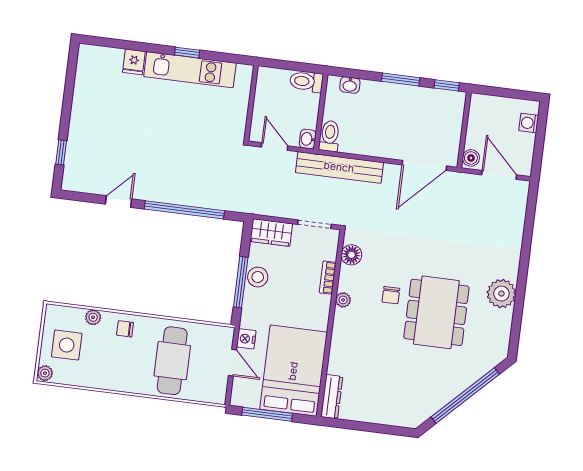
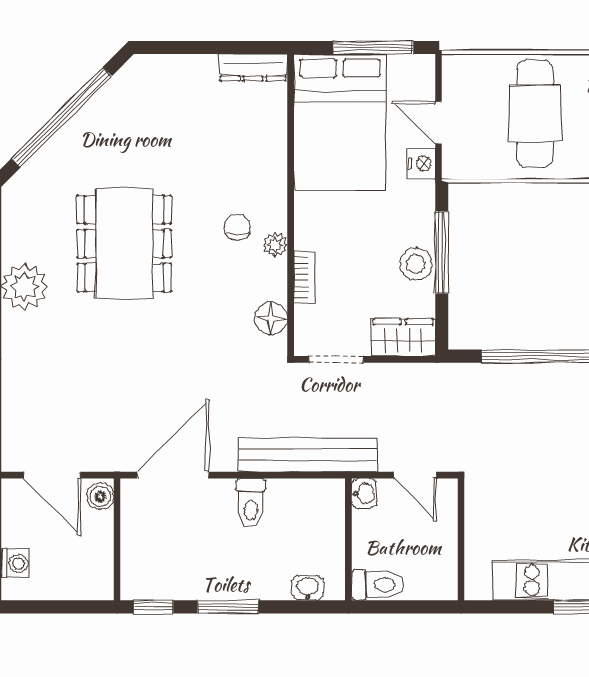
toilet: (330, 136) -> (251, 503), moved
chair: (391, 295) -> (237, 227), moved
dresser: (332, 397) -> (253, 67), moved, turned -90

